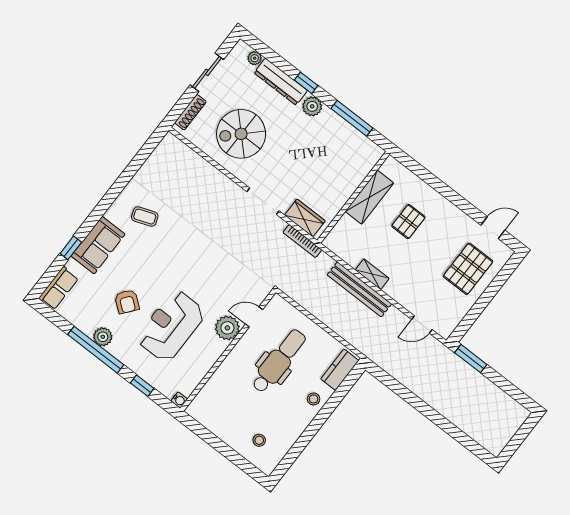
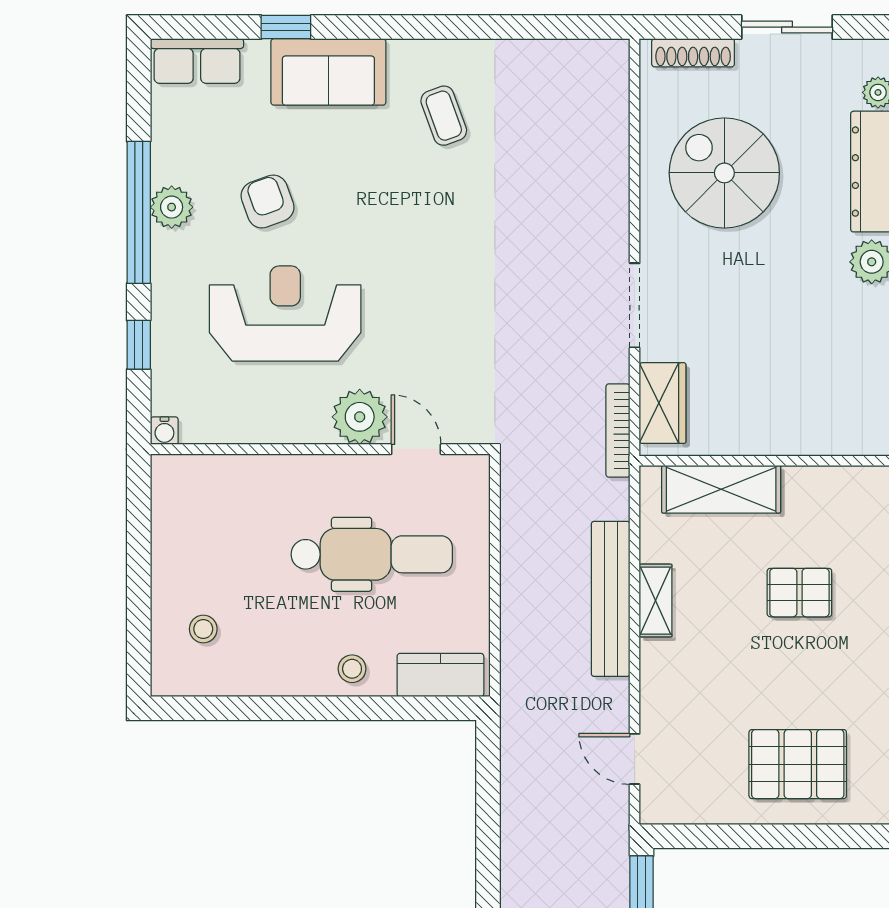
shelving: (369, 197) -> (721, 489), moved
armchair: (127, 302) -> (267, 202), turned 122

